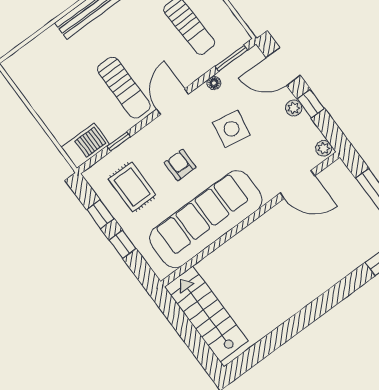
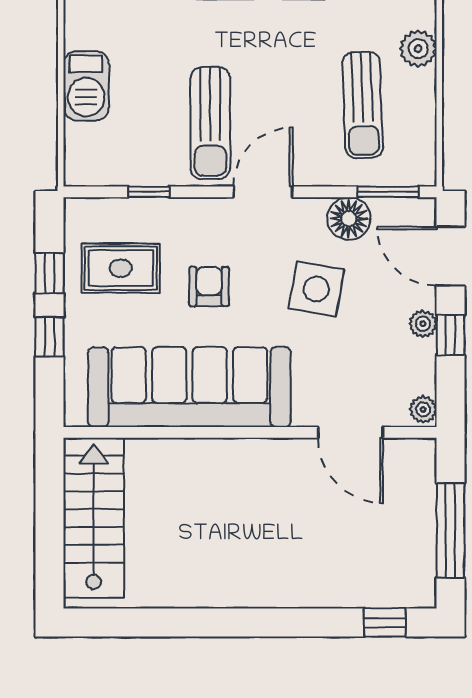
floor lamp: (214, 83) -> (349, 219), width x1.89, depth x1.89
barbecue: (85, 146) -> (86, 86), moved, turned 90
rug: (132, 187) -> (121, 268), turned 90

